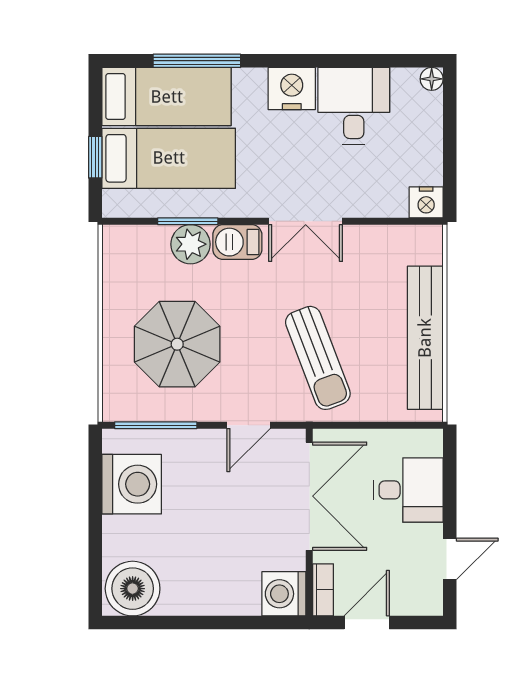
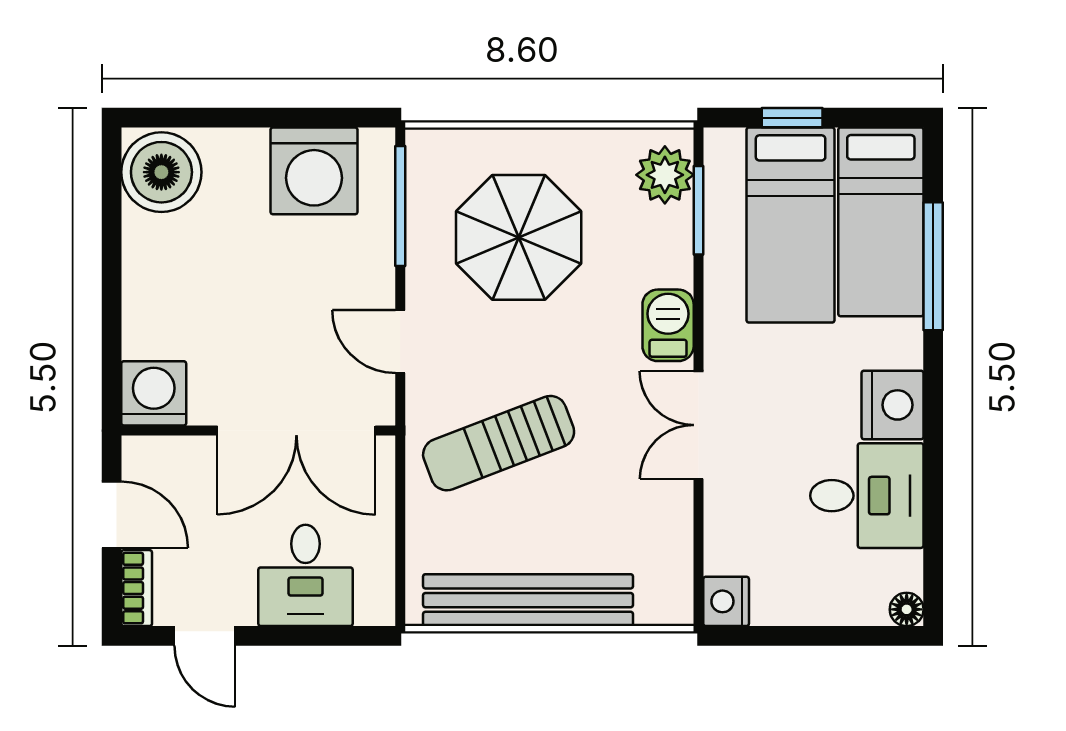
window: (188, 221) -> (698, 210), moved
plant: (190, 244) -> (665, 175), moved
bookcase: (323, 590) -> (137, 588), moved, turned -90

